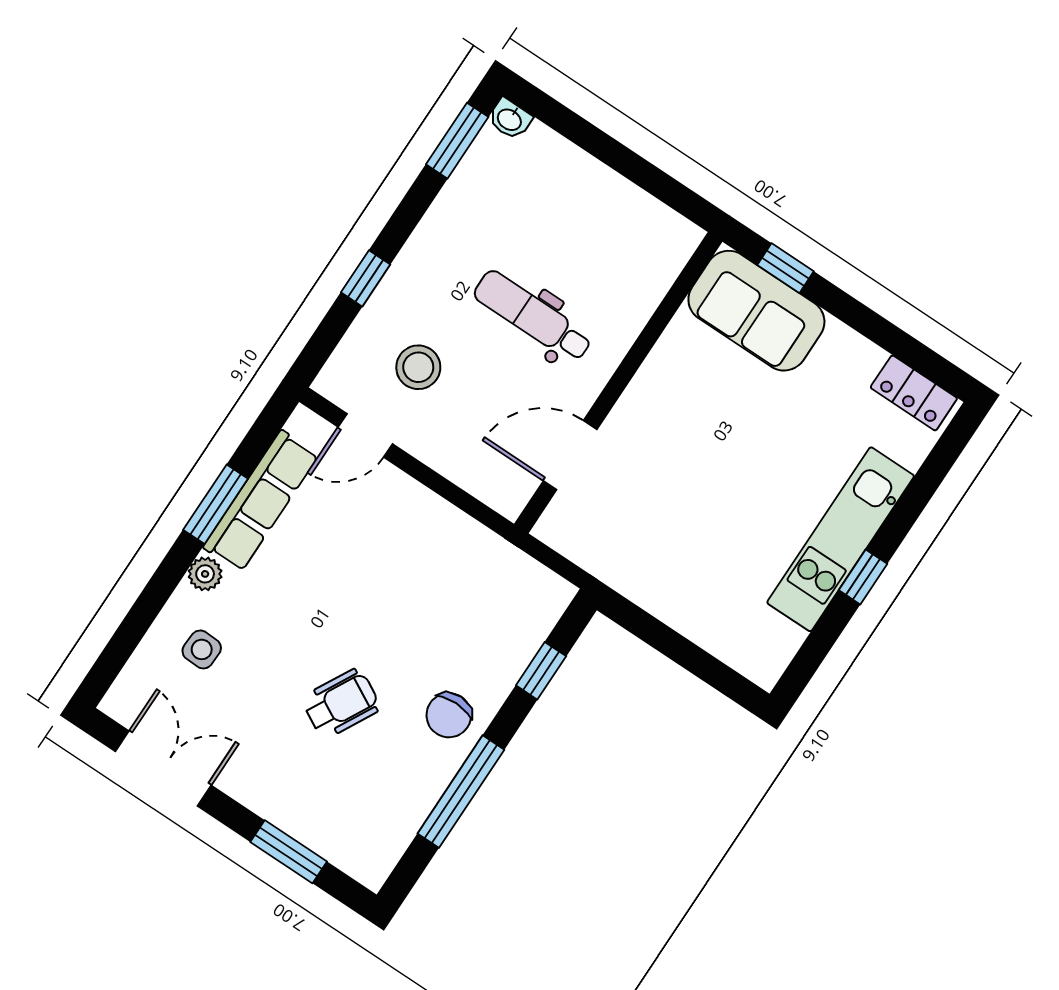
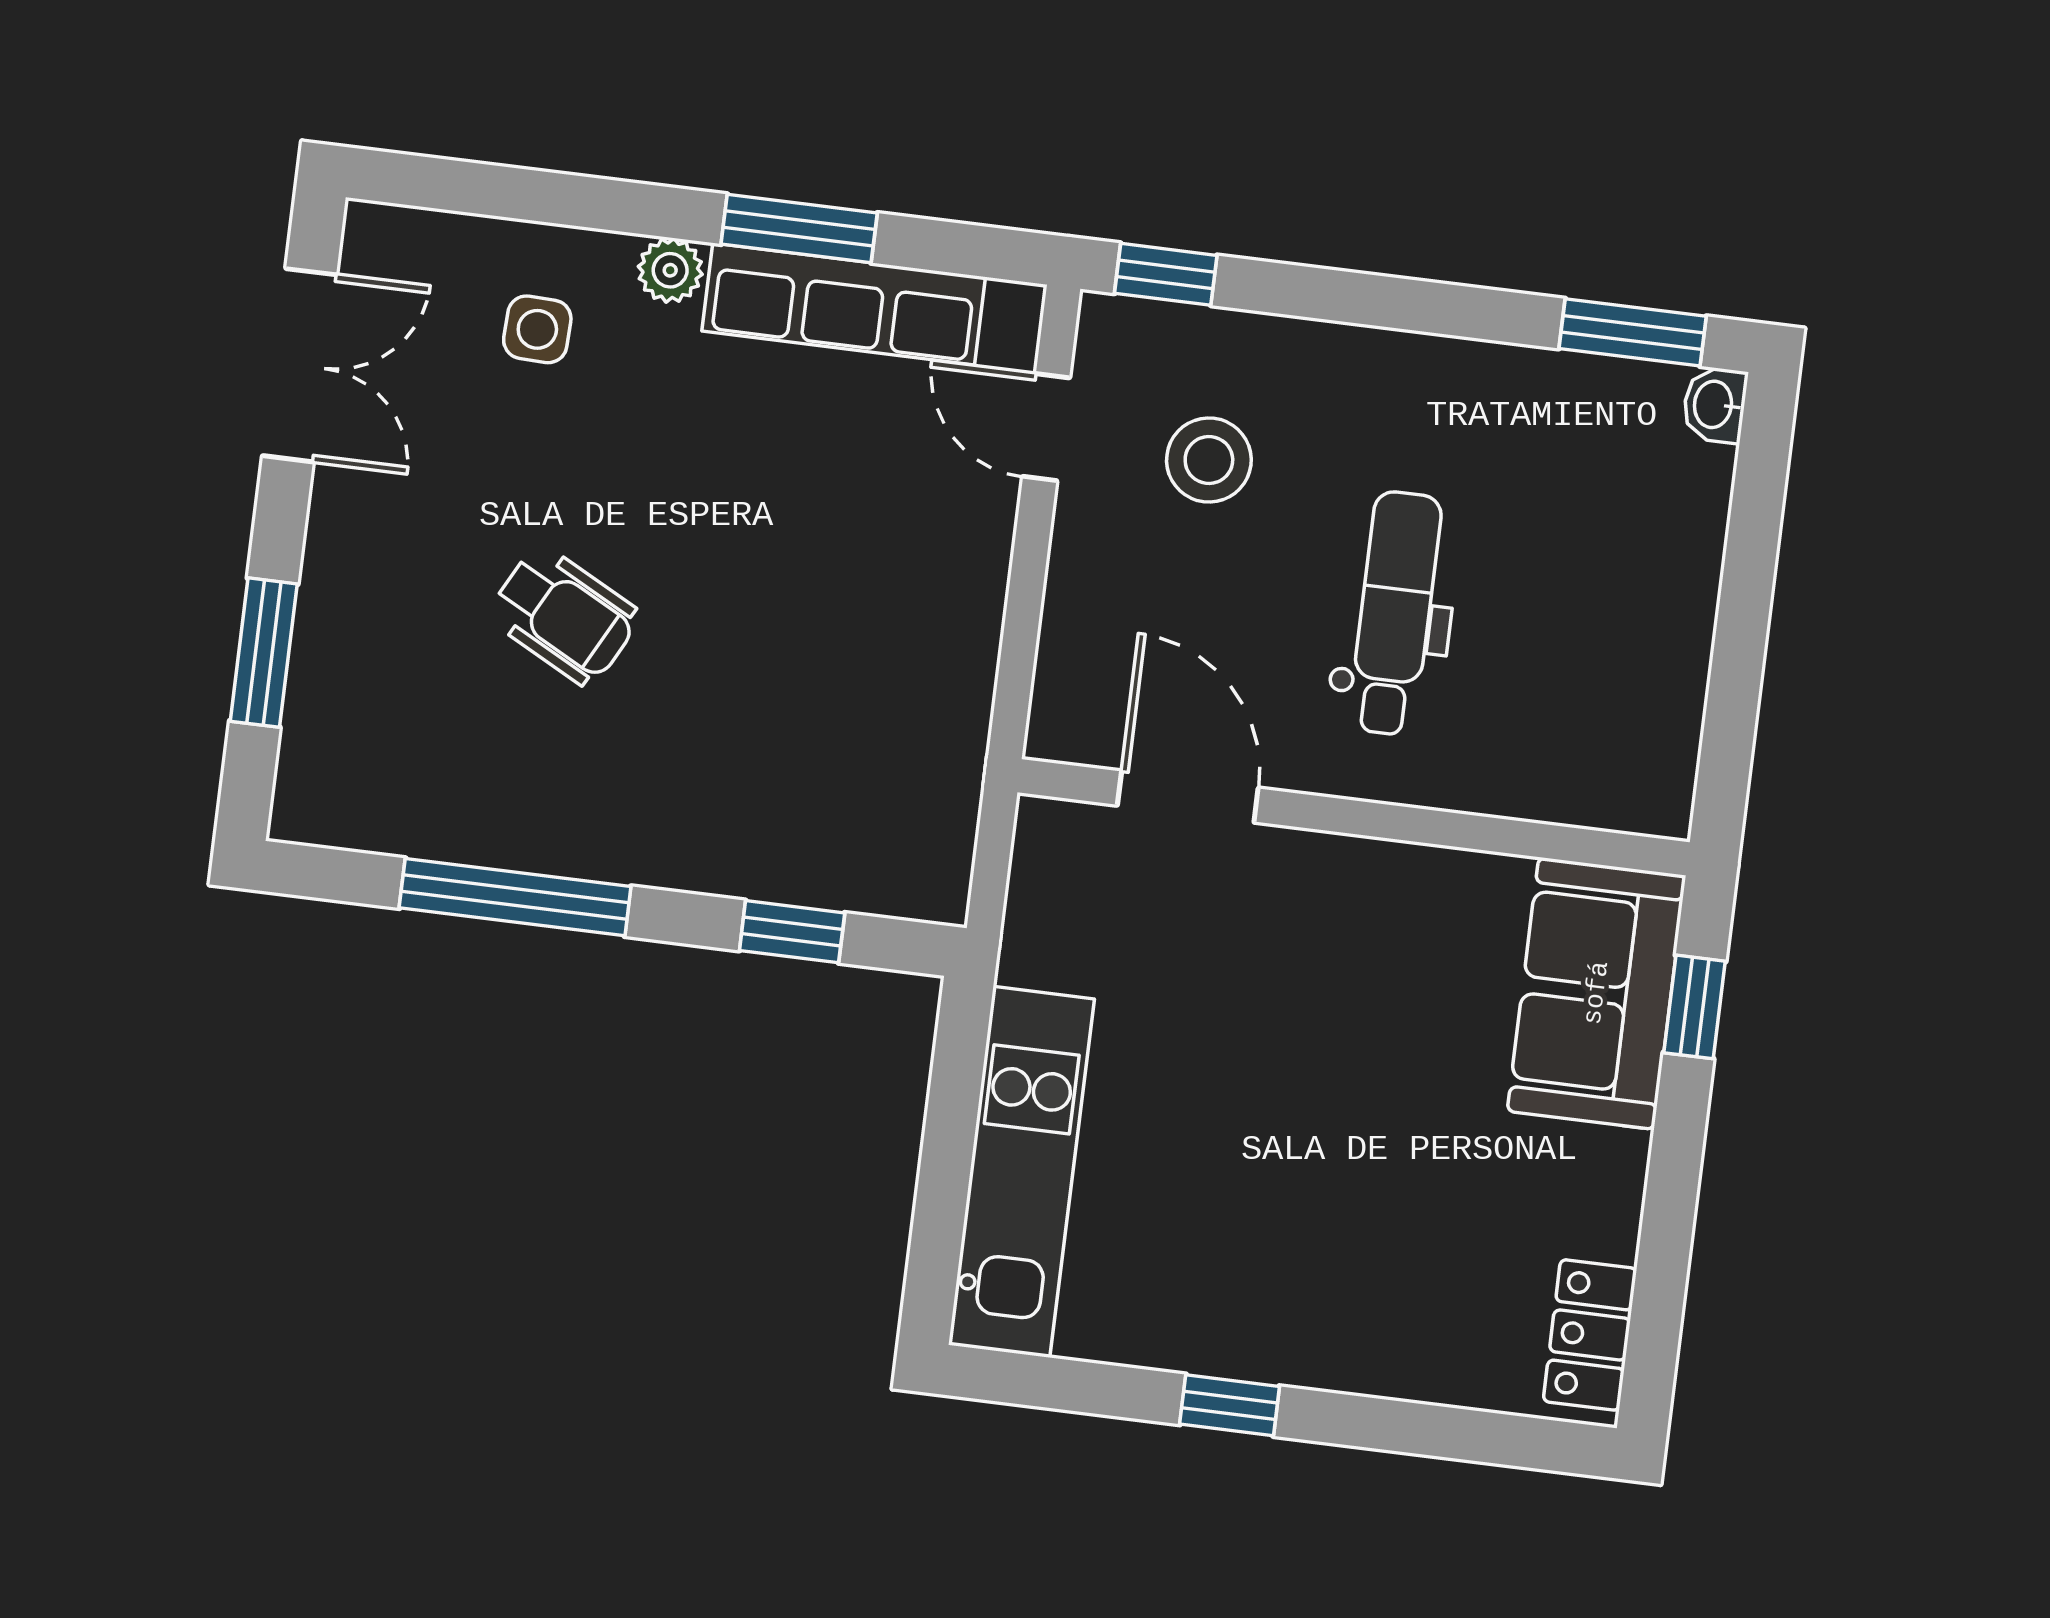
window: (366, 278) -> (1166, 274), moved
kitchen unit: (841, 539) -> (1021, 1172), moved, turned 90
chair: (449, 715) -> (636, 811), removed

